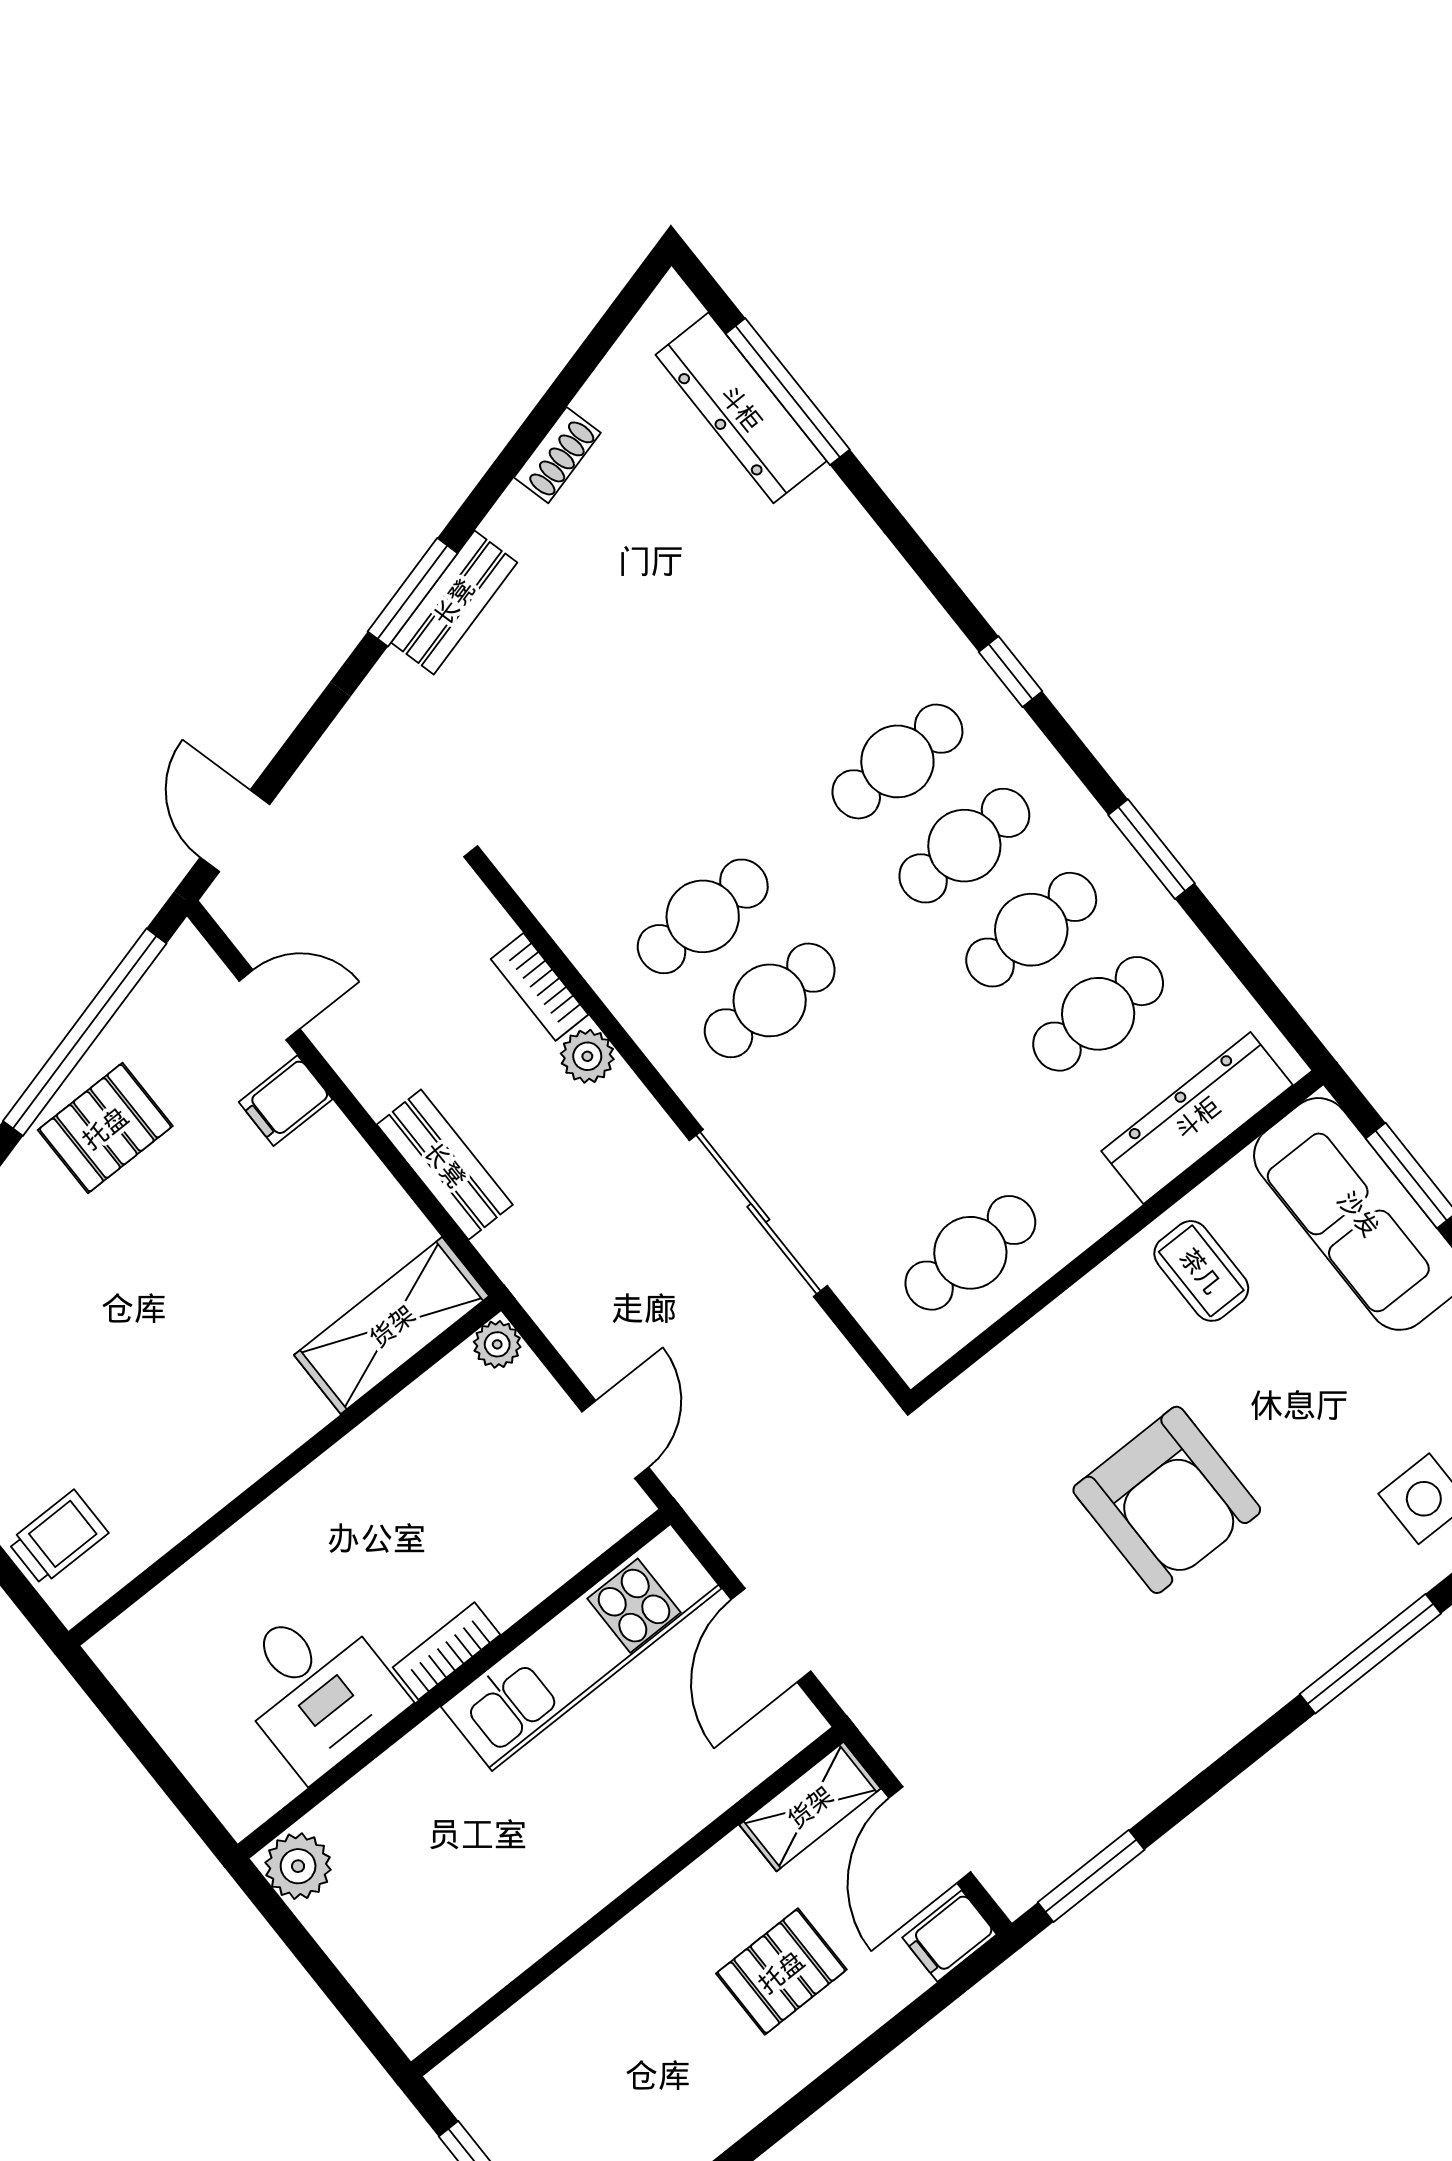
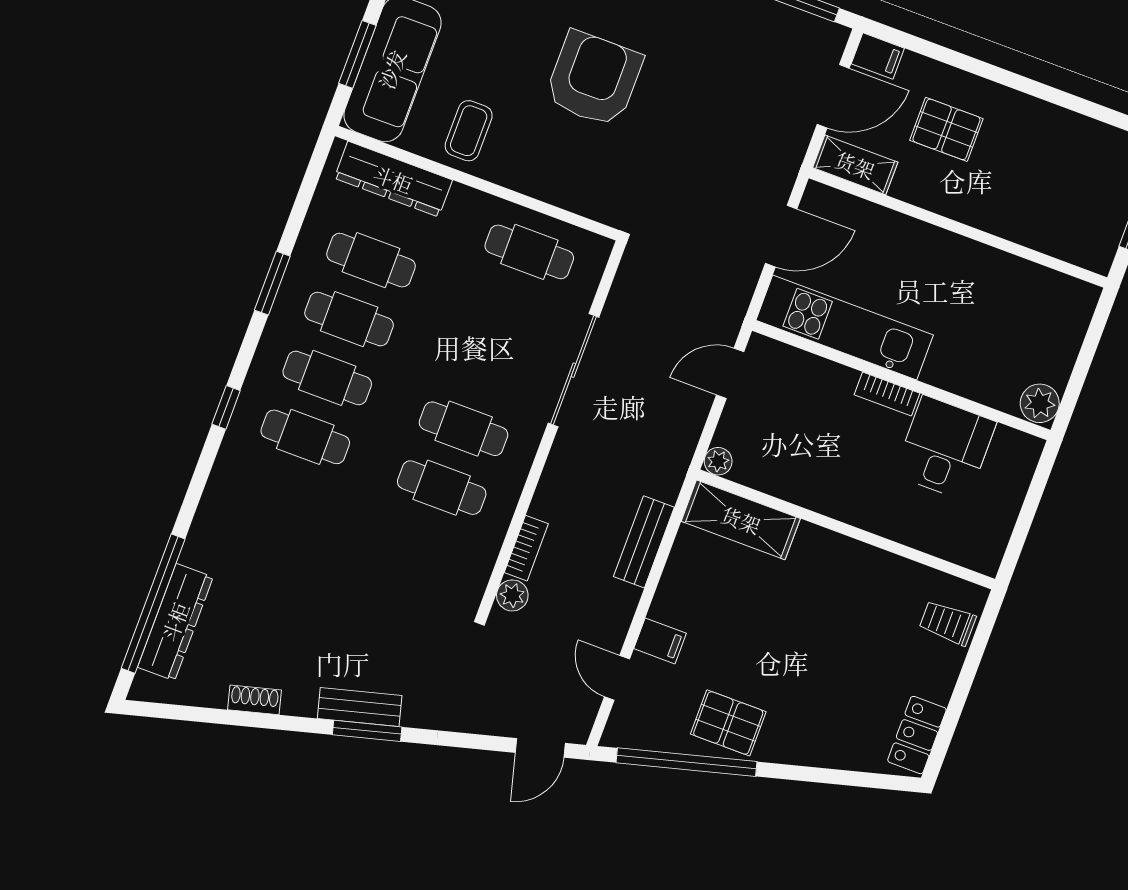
window: (788, 392) -> (153, 604), width x1.46
plant: (587, 1056) -> (512, 595), moved

